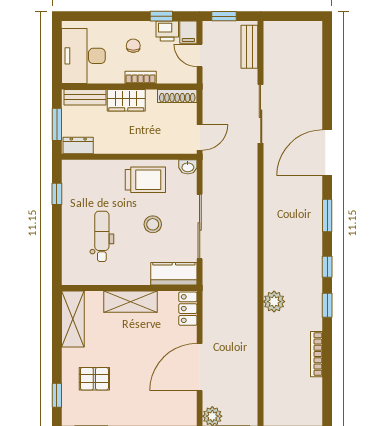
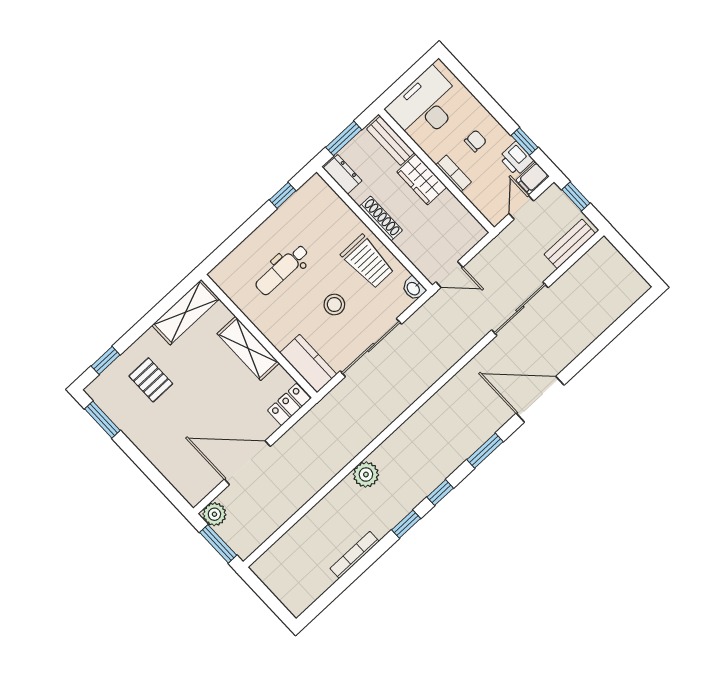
shoe rack: (177, 96) -> (381, 218), moved, turned 180
dental chair: (102, 236) -> (282, 270), turned 180

